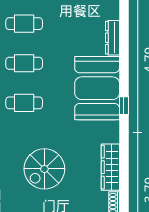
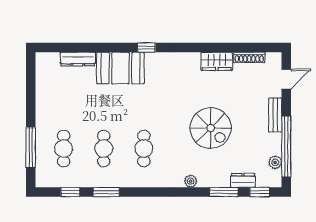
booth: (97, 88) -> (120, 68), width x0.73, depth x0.70
wardrobe: (110, 167) -> (217, 61), width x0.67

